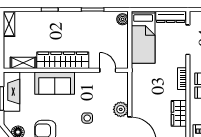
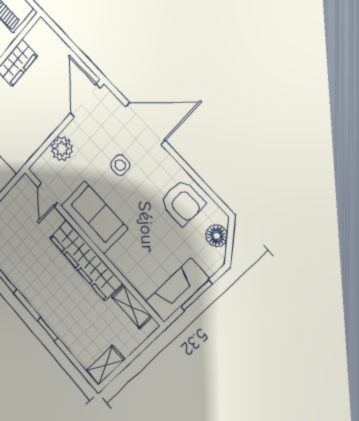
sofa: (55, 83) -> (94, 217), moved
plant: (121, 109) -> (62, 149), moved

